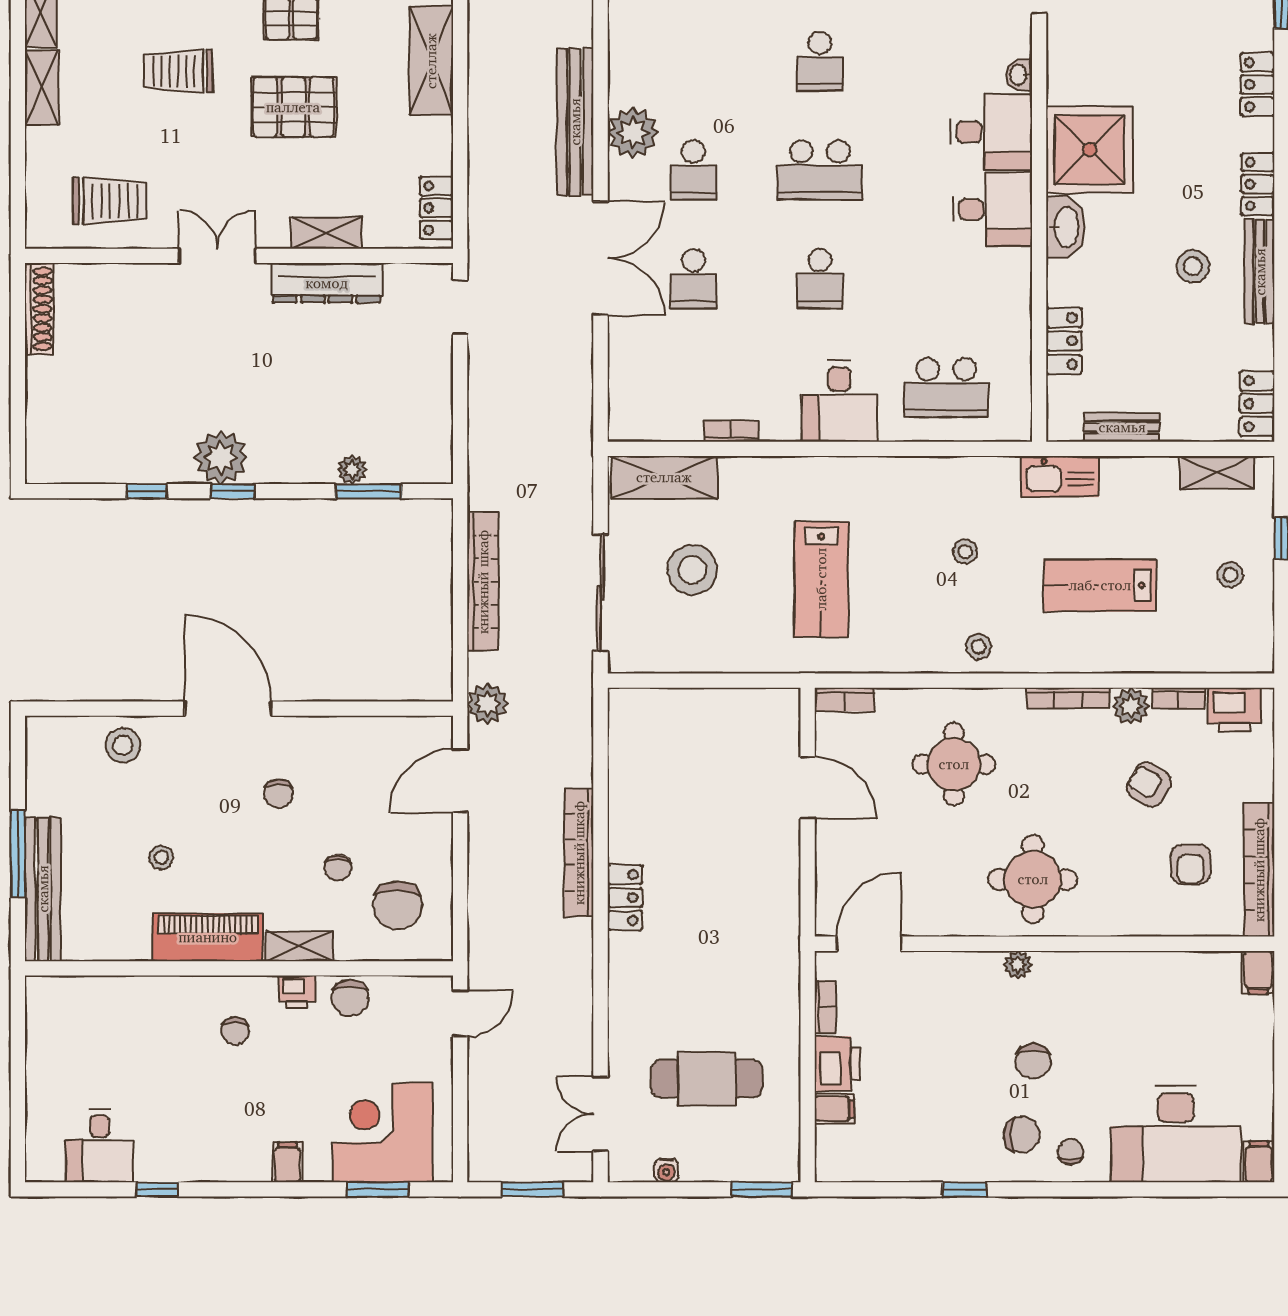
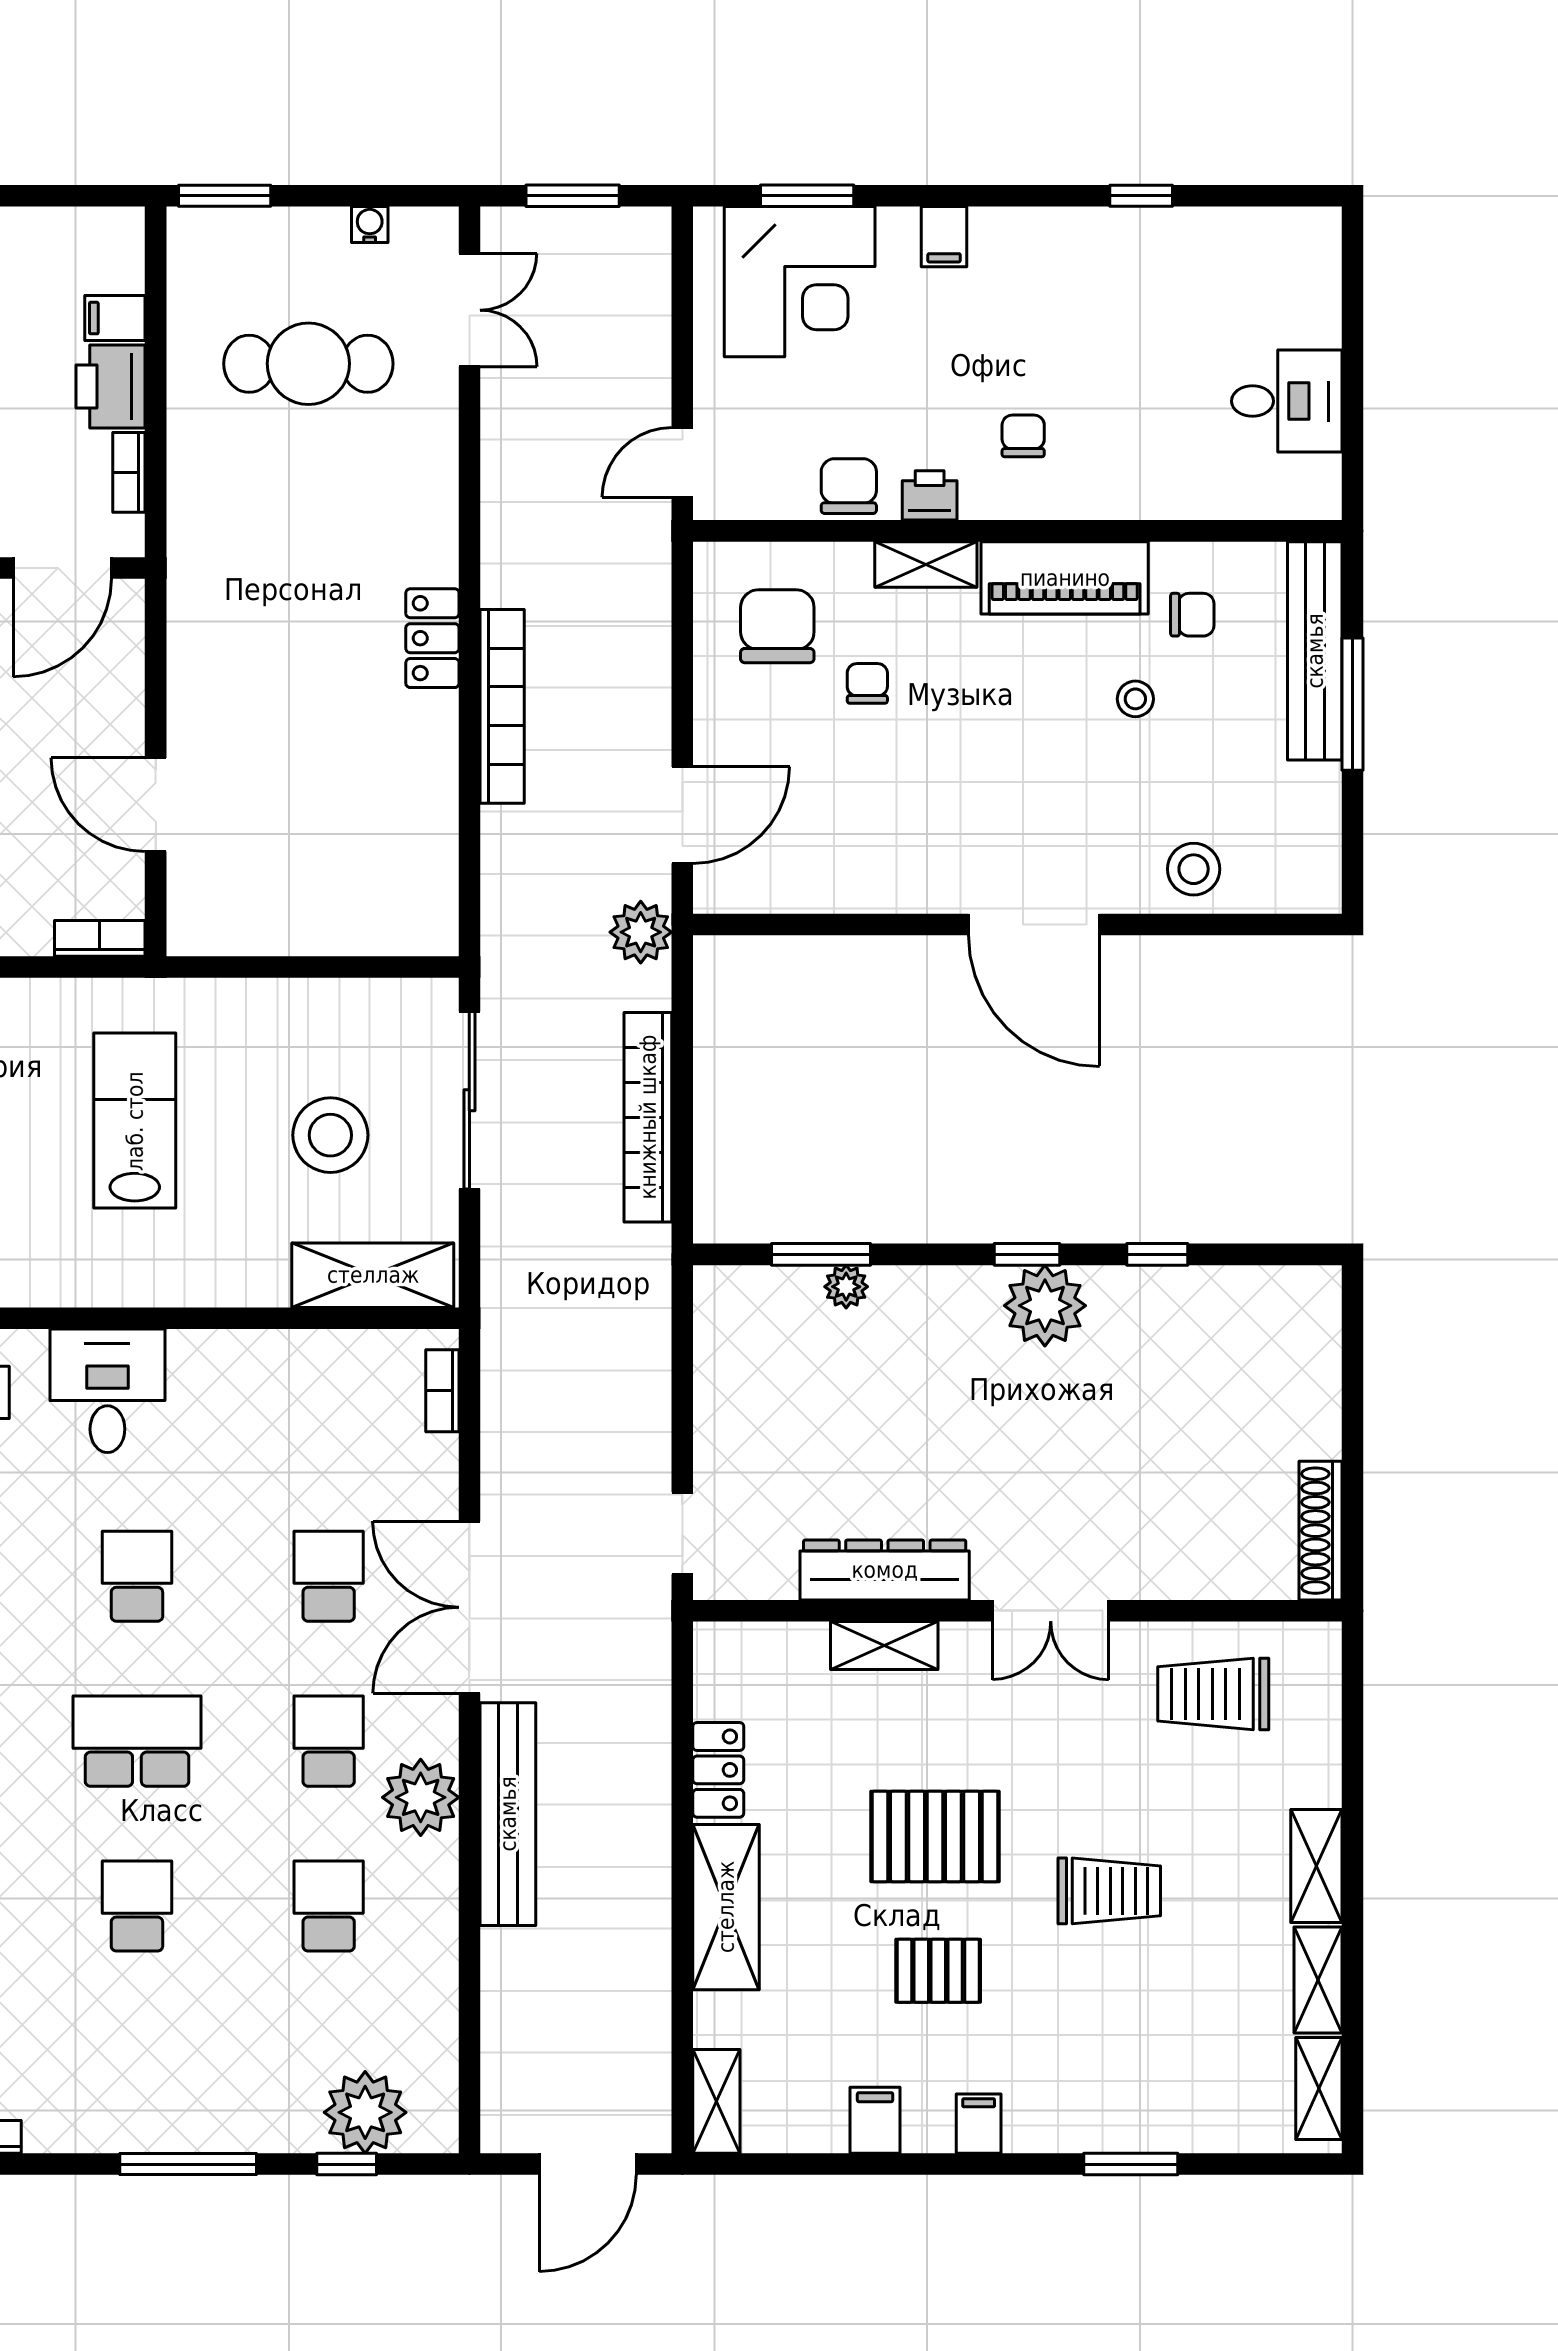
school desk: (693, 61) -> (329, 1906), added
locker: (436, 208) -> (718, 1770), moved
bookcase: (731, 431) -> (442, 1391), moved, turned 90
chair: (278, 794) -> (1192, 615), moved, turned 90
desk: (100, 1146) -> (1287, 401), moved, turned 90

